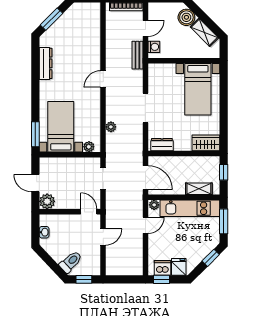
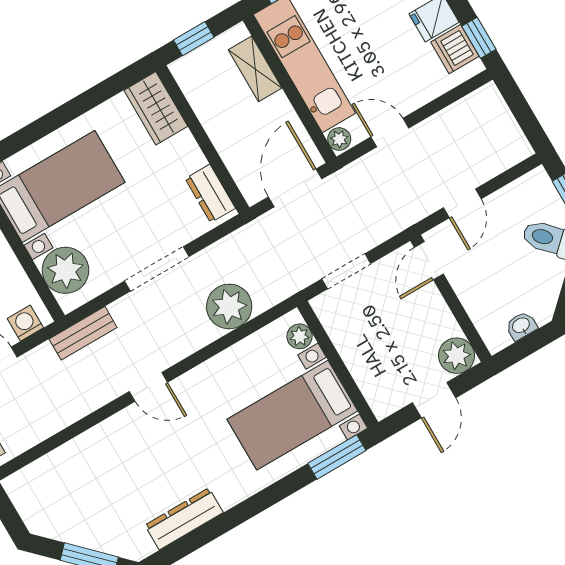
bench: (137, 55) -> (83, 333), moved
plant: (165, 73) -> (65, 270), added
plant: (111, 127) -> (229, 306), width x1.88, depth x1.88
door: (103, 237) -> (462, 203), swing flipped

